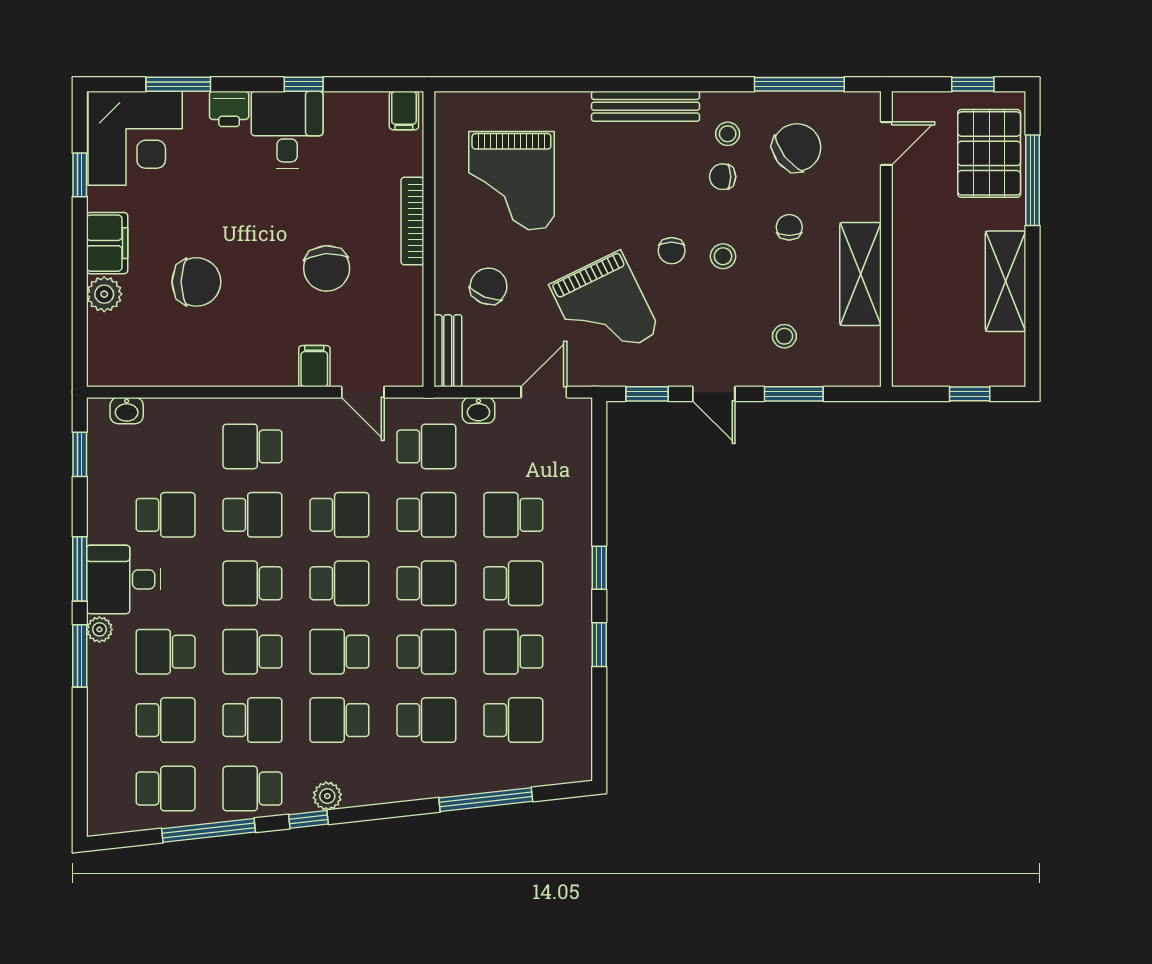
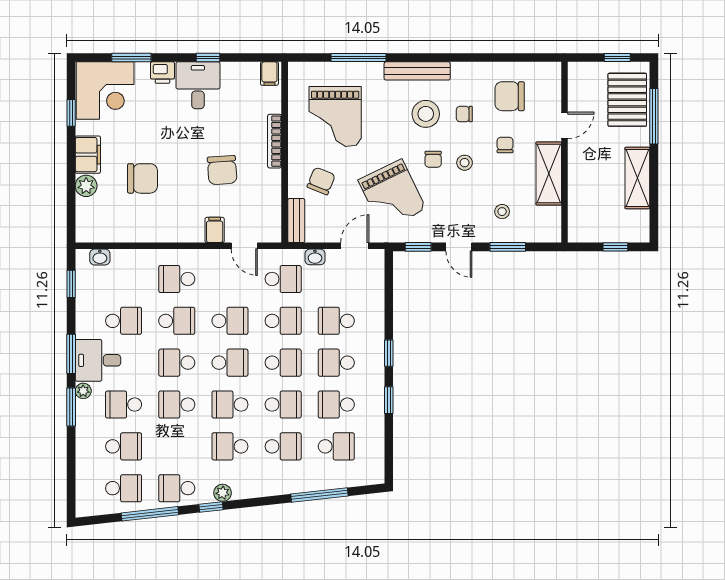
window: (799, 84) -> (358, 58), moved
stool: (728, 134) -> (426, 114), moved, width x1.89, depth x1.89
door: (886, 144) -> (564, 125), moved
chair: (797, 148) -> (510, 96), turned -142
school desk: (513, 583) -> (336, 363), turned 180
school desk: (252, 720) -> (177, 446), removed

